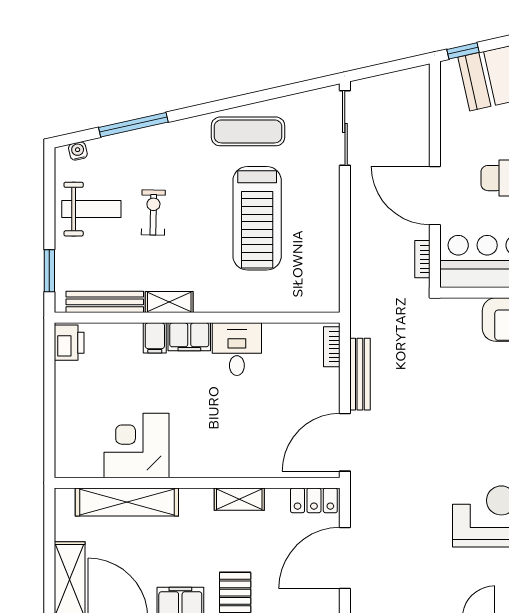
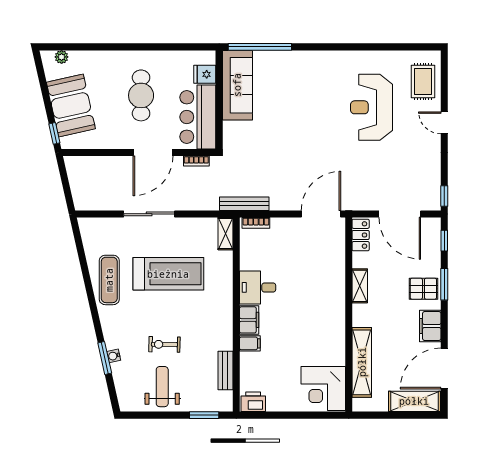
window: (133, 125) -> (105, 358), width x0.69
sliding door: (345, 128) -> (149, 214), moved
water cooler: (78, 151) -> (114, 356), moved
bench: (105, 302) -> (225, 370), width x0.73
shelving: (169, 302) -> (225, 234), moved
bench: (360, 374) -> (244, 204), moved
door: (345, 442) -> (321, 214), swing flipped
corner desk: (137, 446) -> (323, 388), moved

